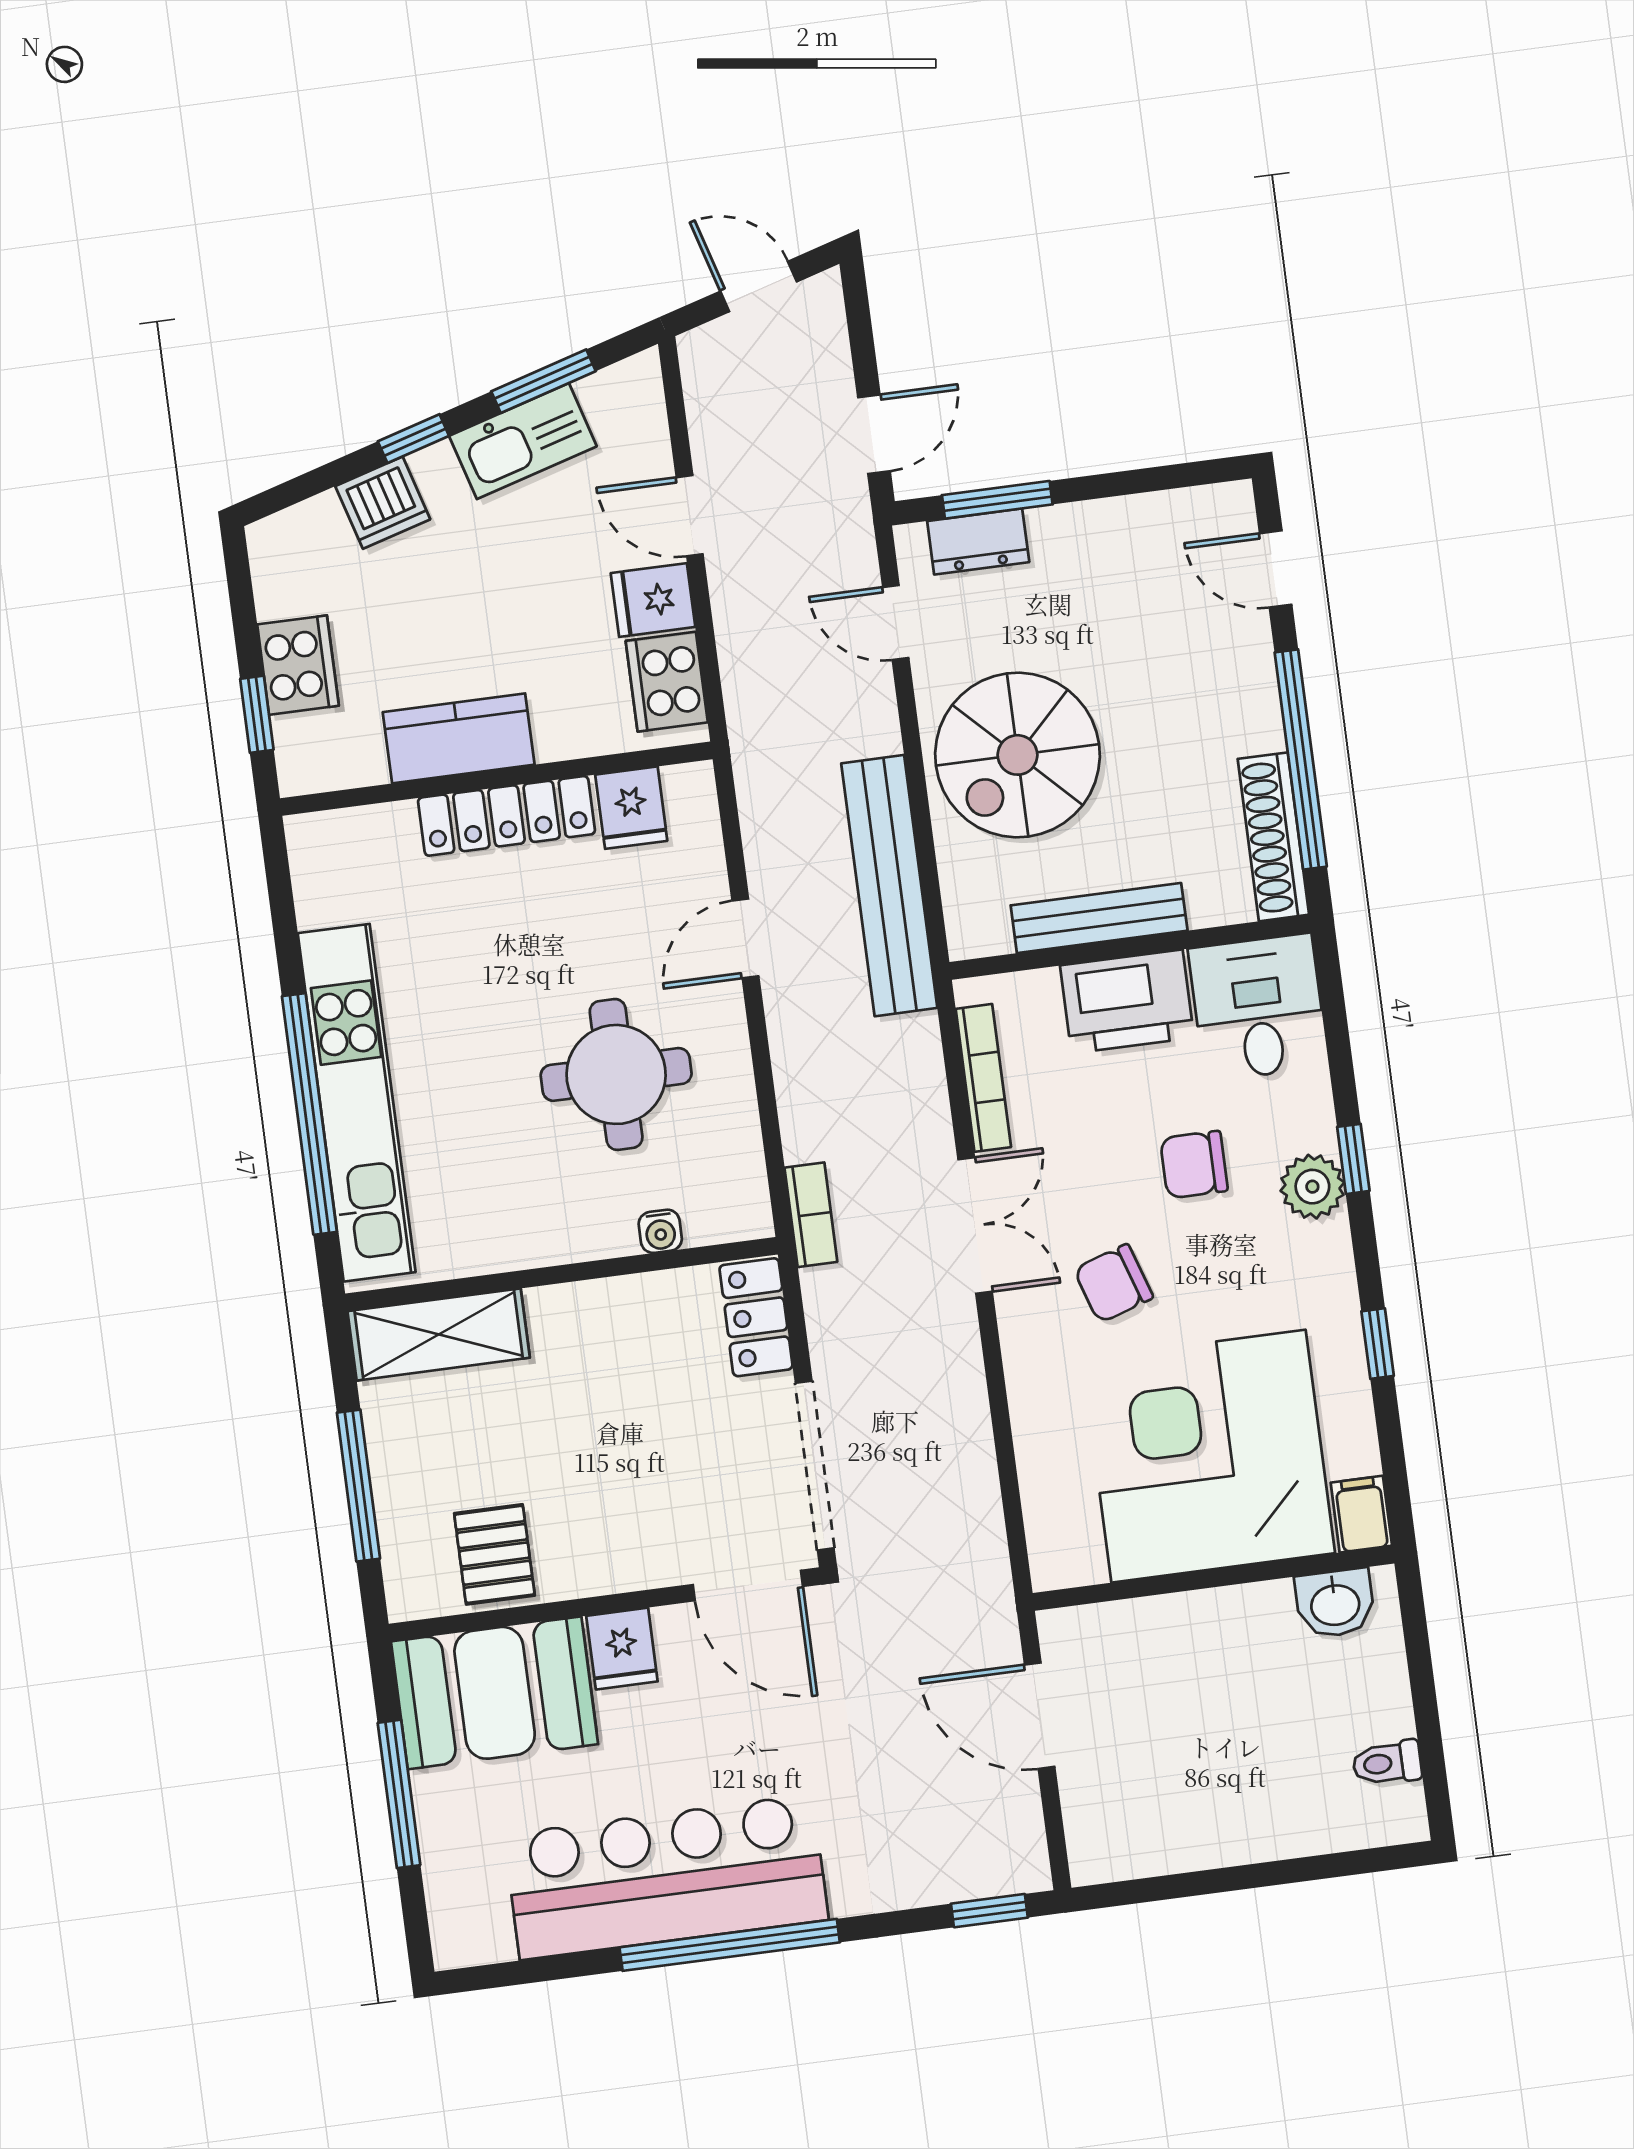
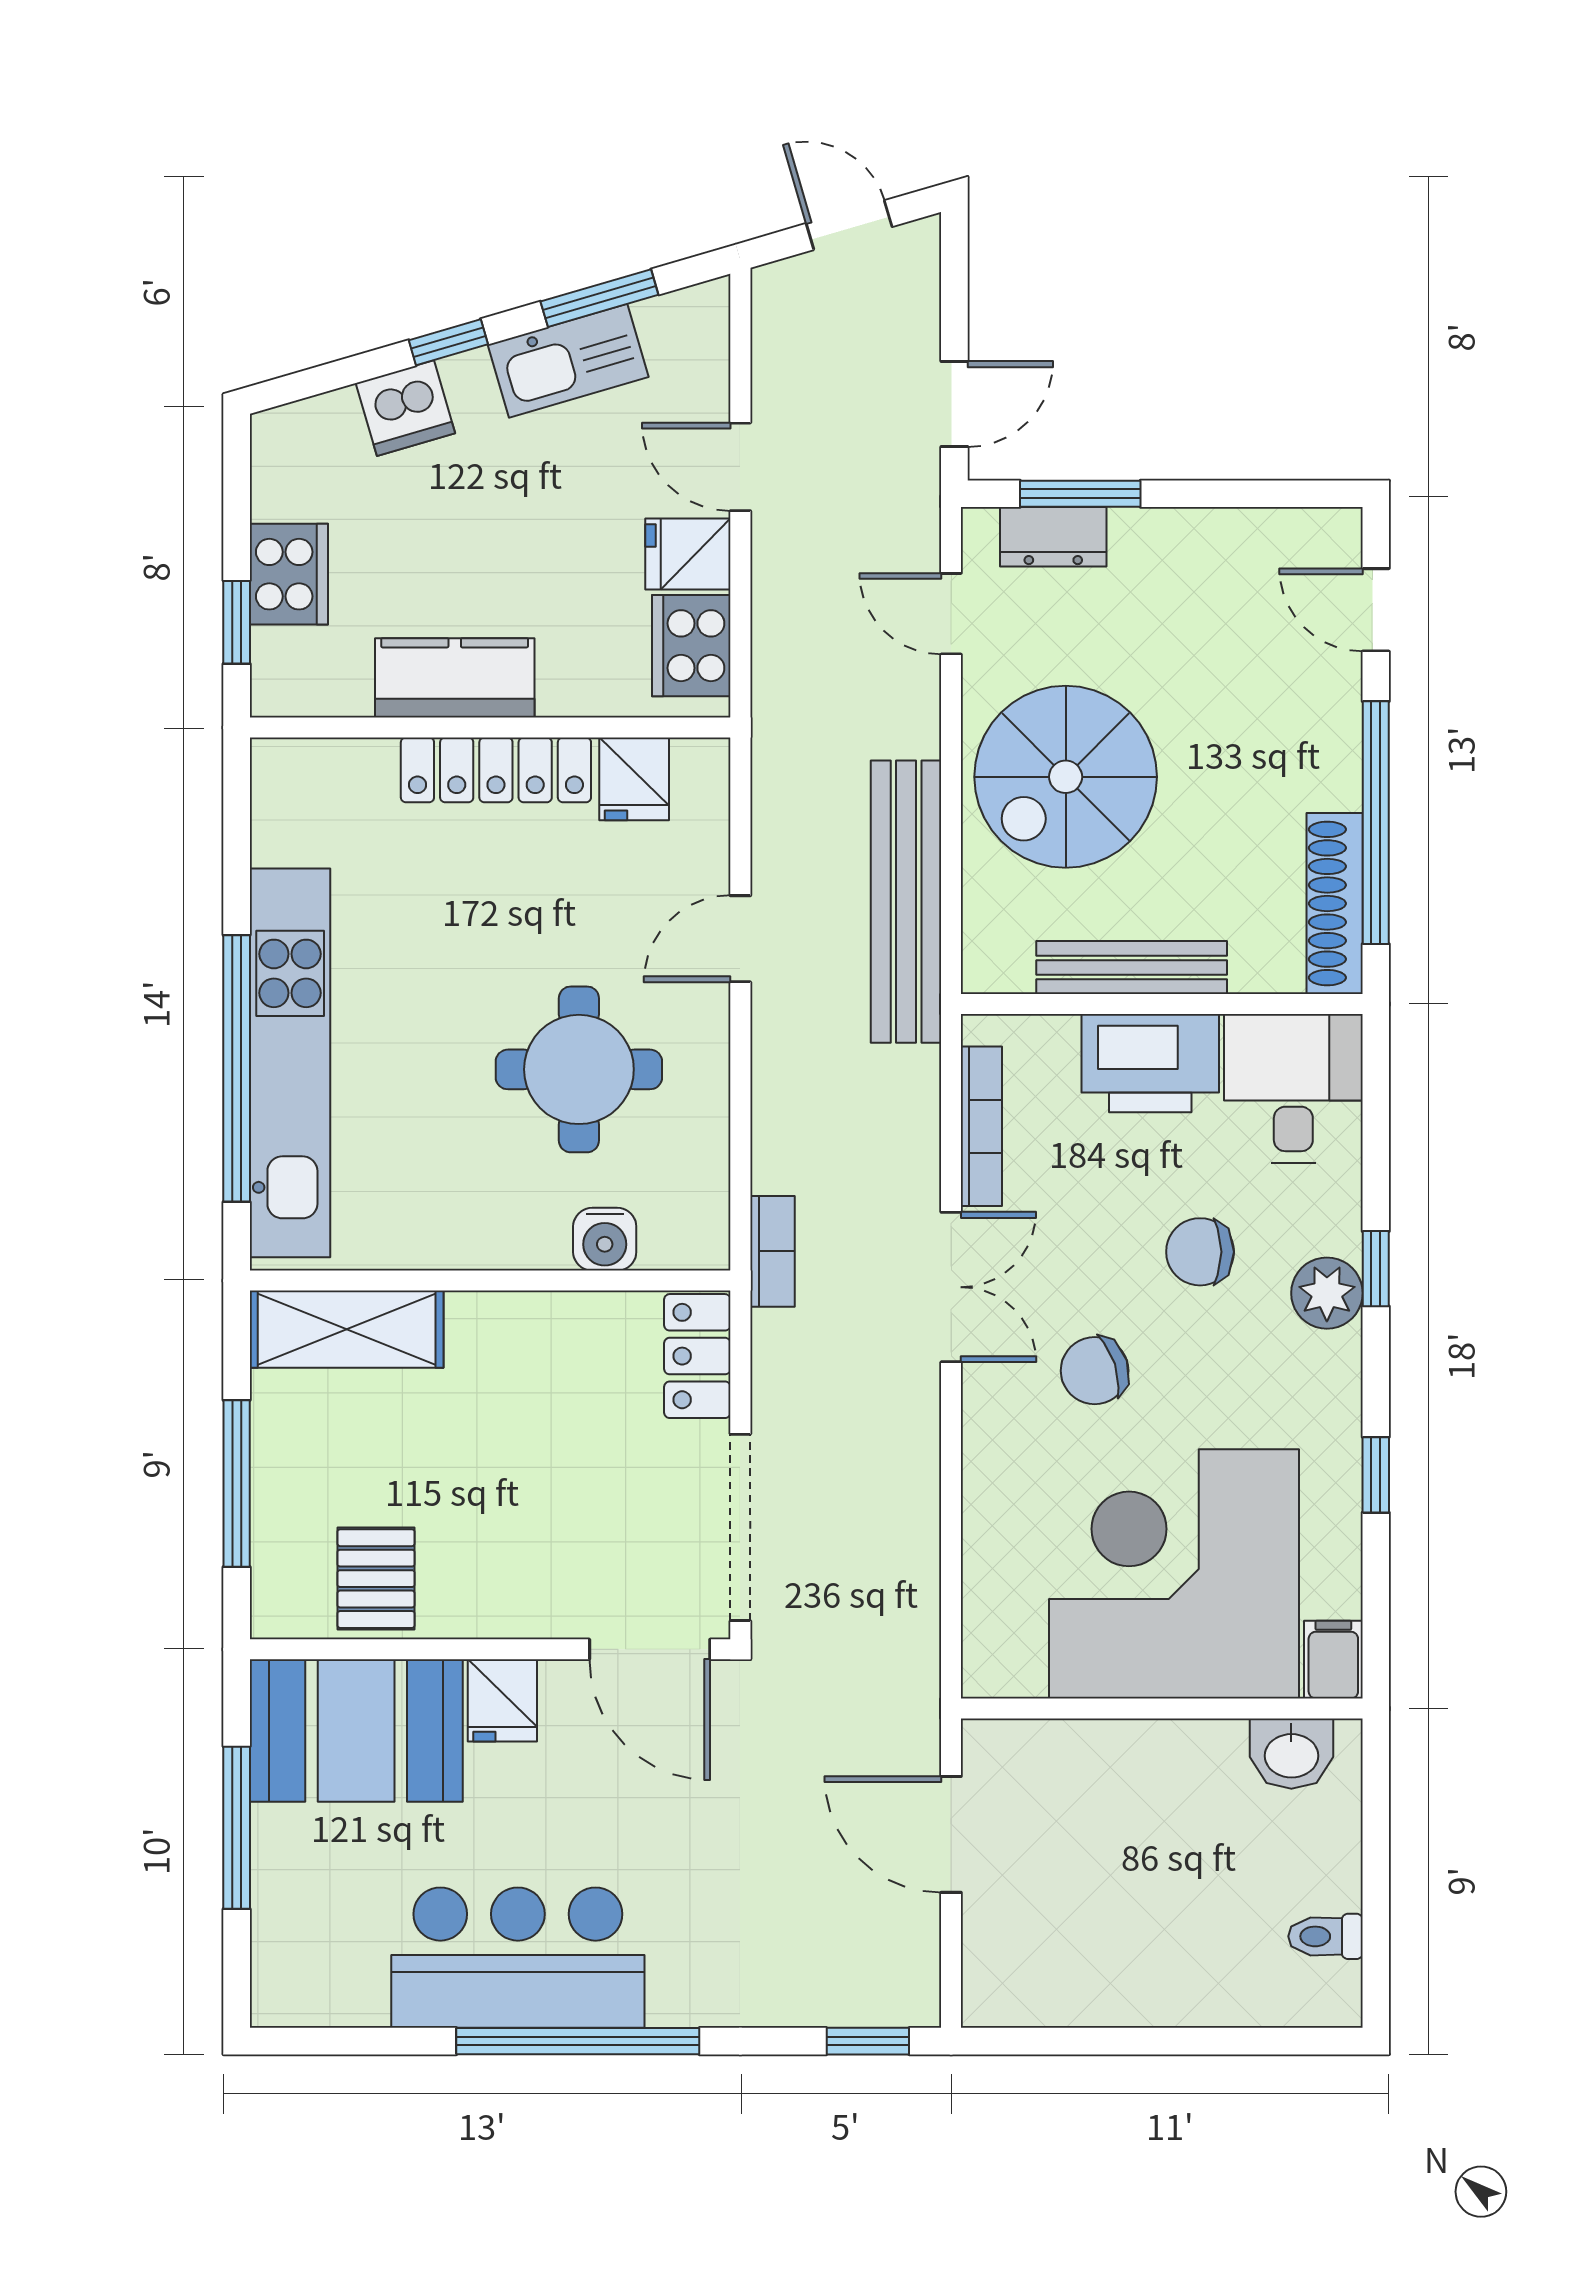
water cooler: (660, 1231) -> (605, 1239), width x1.38, depth x1.38
bar counter: (666, 1877) -> (518, 1958), width x0.73

